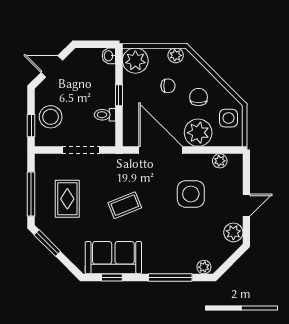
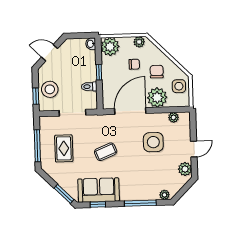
door: (160, 150) -> (130, 111), hinge flipped
window: (47, 243) -> (64, 194), moved

